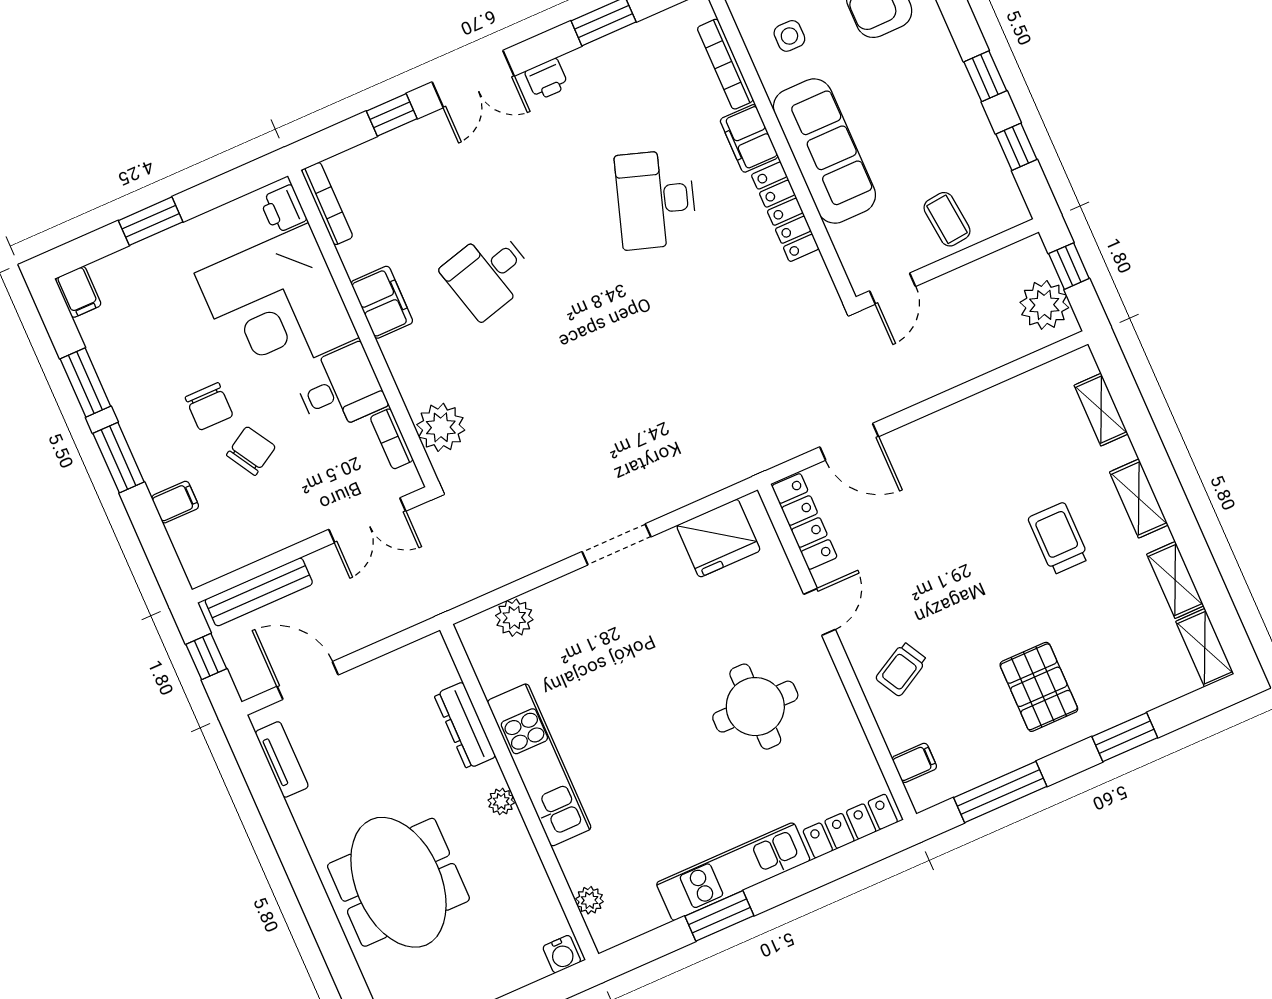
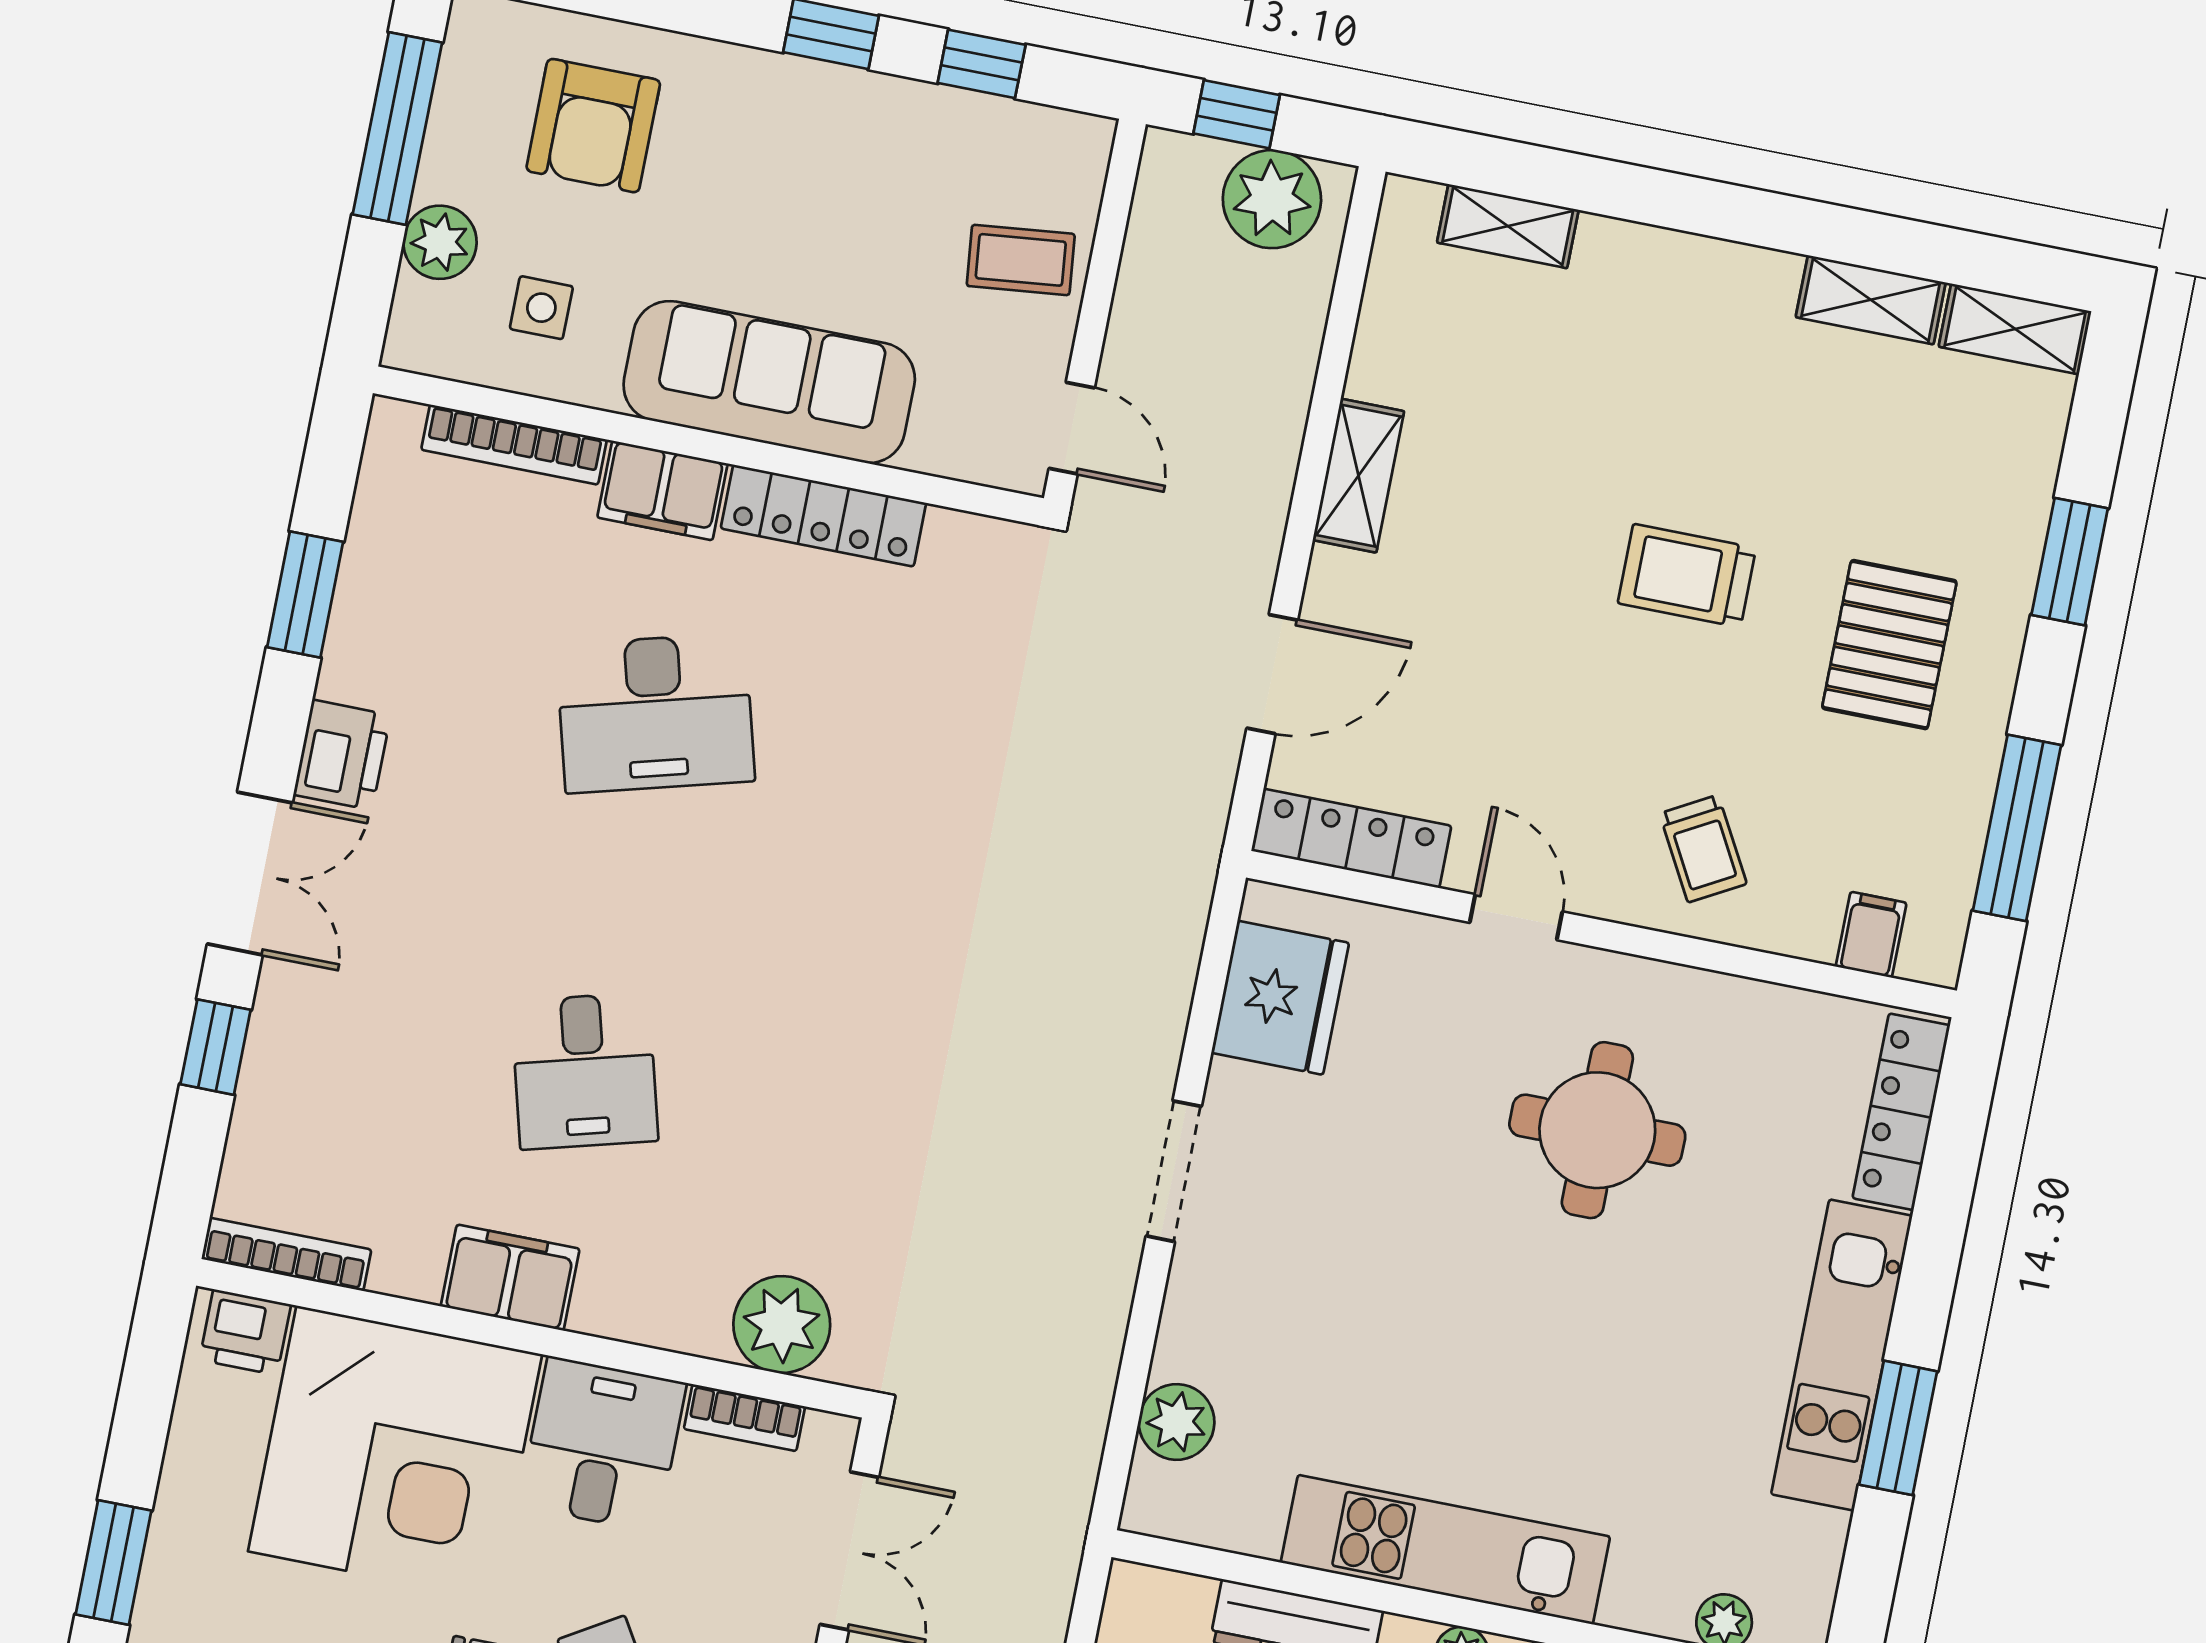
printer: (547, 79) -> (342, 755), width x1.36, depth x1.24
desk: (656, 199) -> (655, 713), turned -33
shelving: (1139, 499) -> (1358, 476), moved, turned 90
trolley: (1058, 538) -> (1687, 576), moved
pallet: (1039, 687) -> (1889, 645), turned 90

